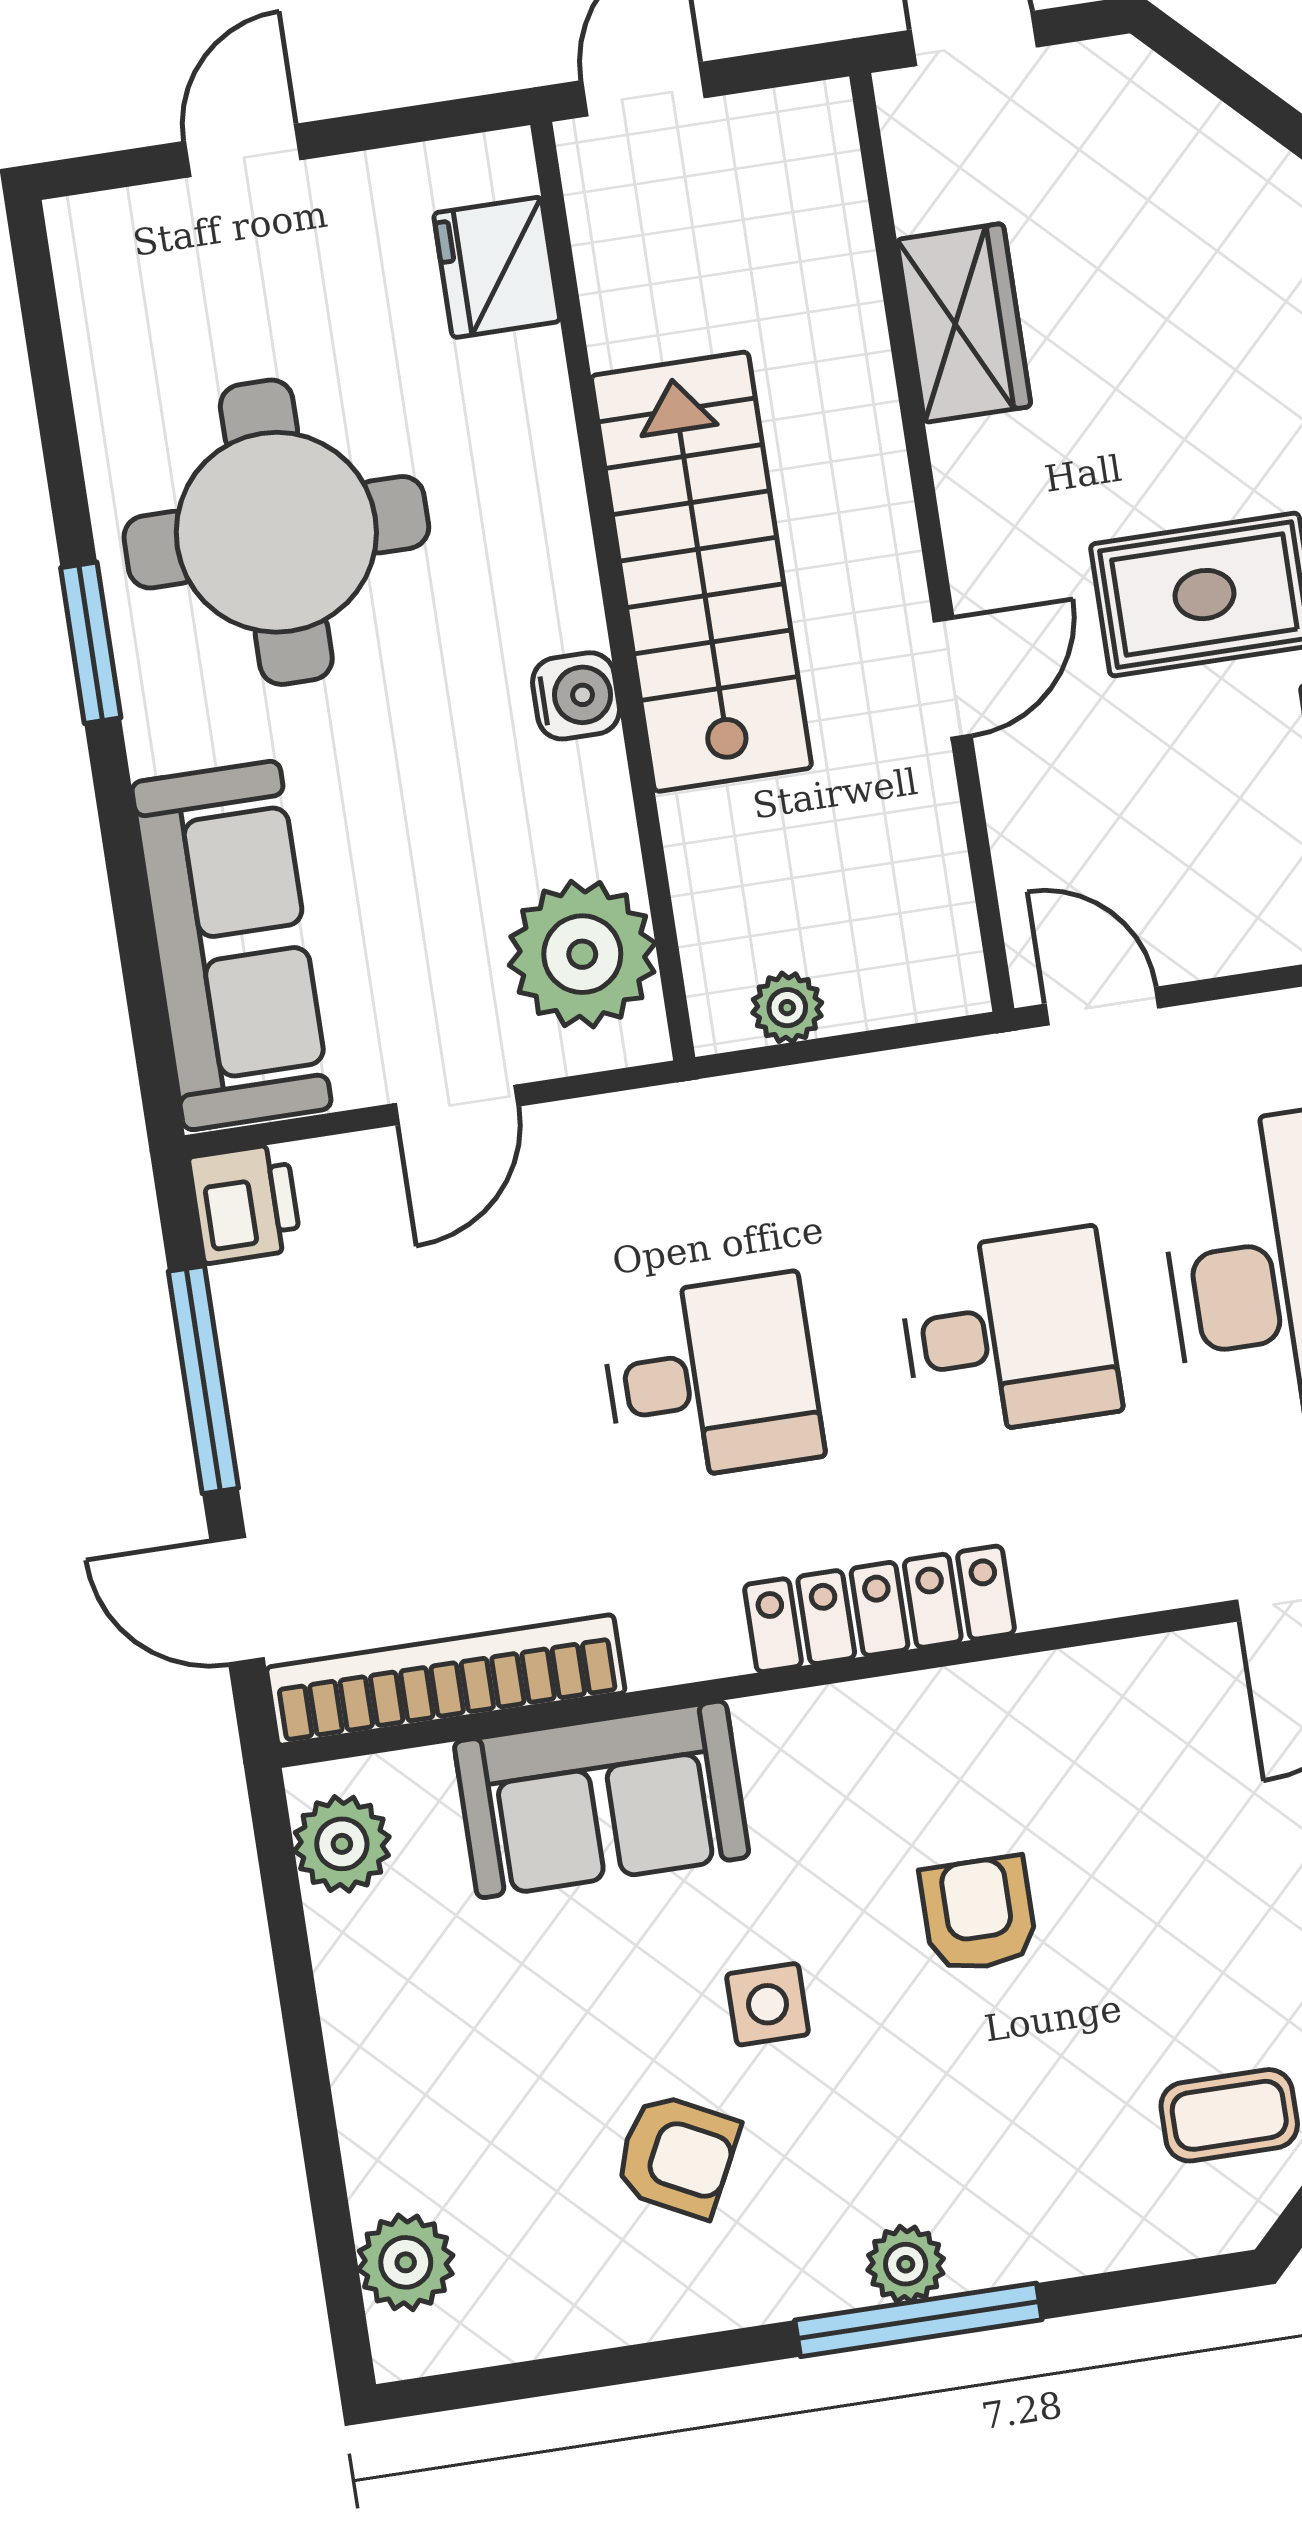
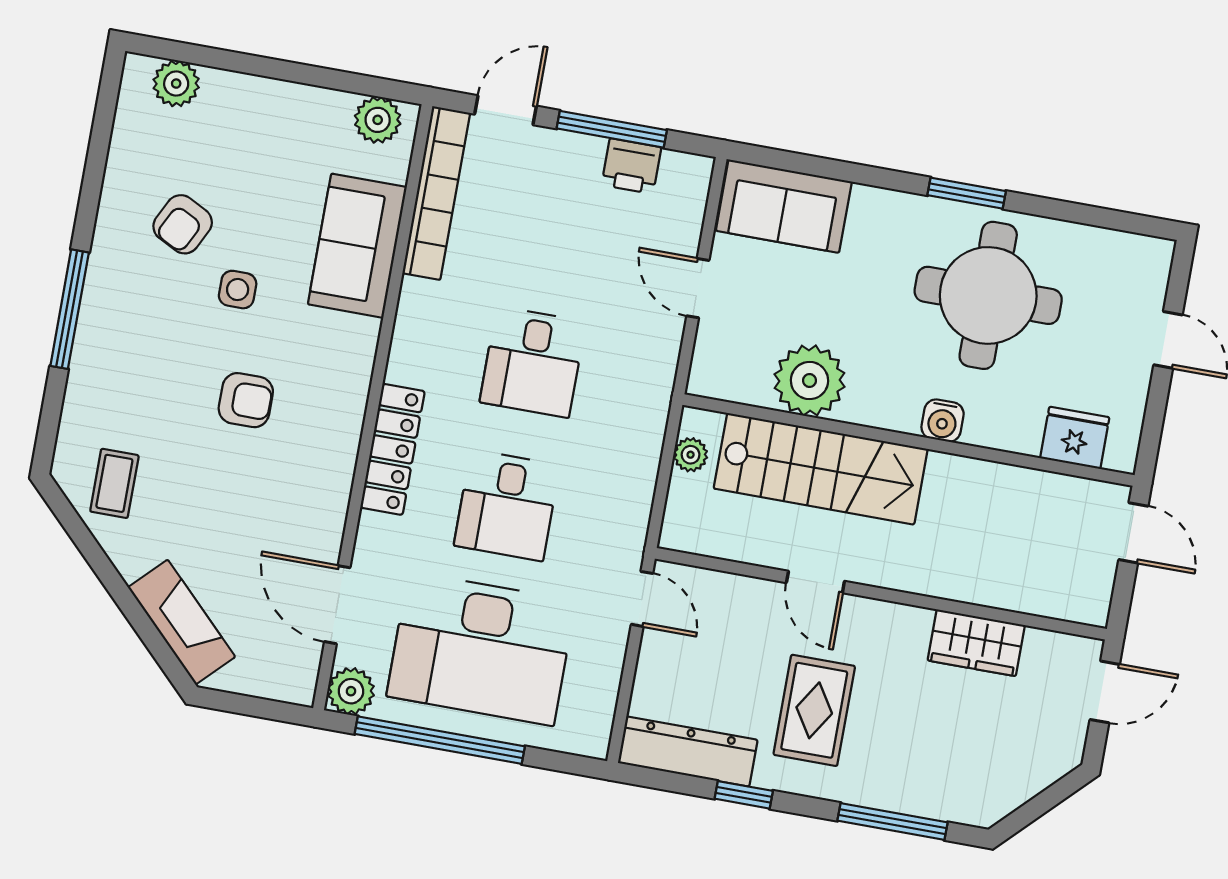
stairs: (701, 572) -> (821, 469), moved
water cooler: (576, 696) -> (943, 421), moved
sofa: (232, 945) -> (784, 206), width x0.73
plant: (582, 954) -> (809, 381), moved
door: (1102, 1006) -> (642, 599), hinge flipped
printer: (245, 1203) -> (631, 166), moved
locker: (879, 1609) -> (393, 449), moved
plant: (906, 2264) -> (97, 312), removed

